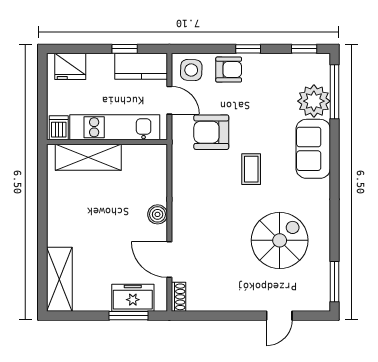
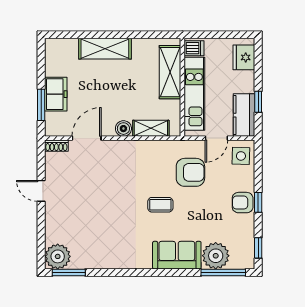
armchair: (229, 70) -> (243, 203), moved, turned 90
armchair: (211, 132) -> (190, 172), turned 90
shelving: (157, 181) -> (151, 128), added
spiral stairs: (280, 240) -> (102, 228), removed
shelving: (59, 279) -> (105, 49), moved
plant: (315, 295) -> (58, 256), added
freezer: (133, 298) -> (56, 94), moved
door: (279, 316) -> (41, 191), moved

